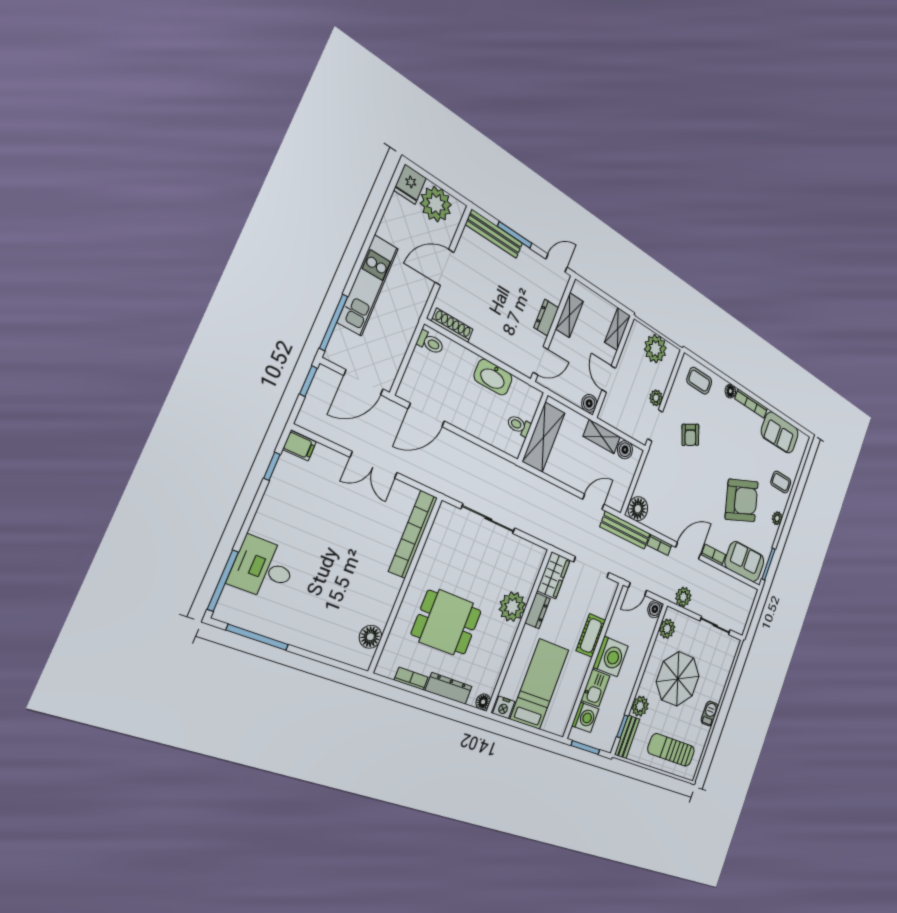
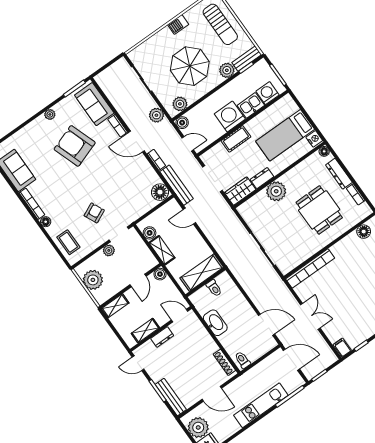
coffee table: (781, 482) -> (33, 137), removed

